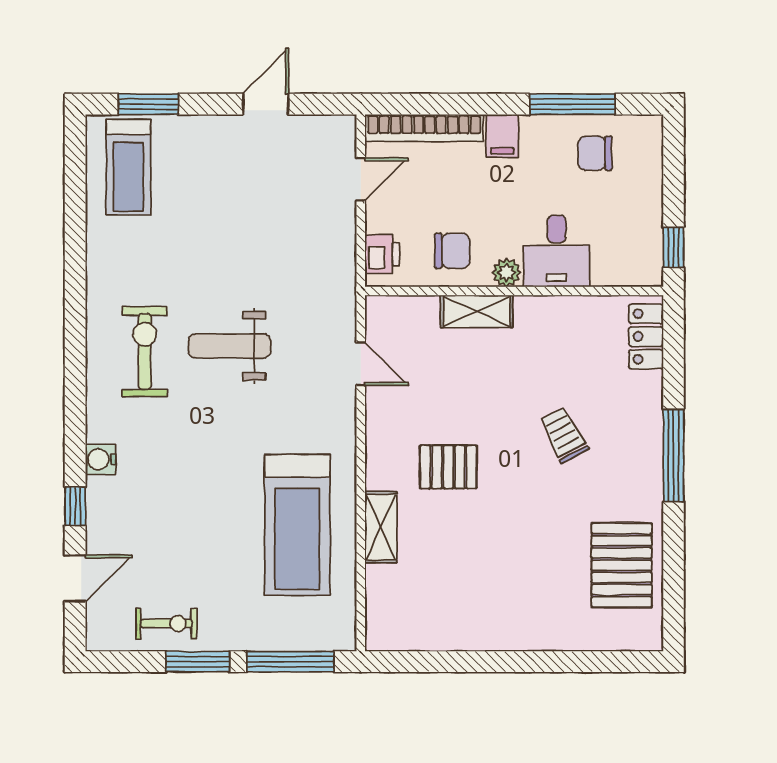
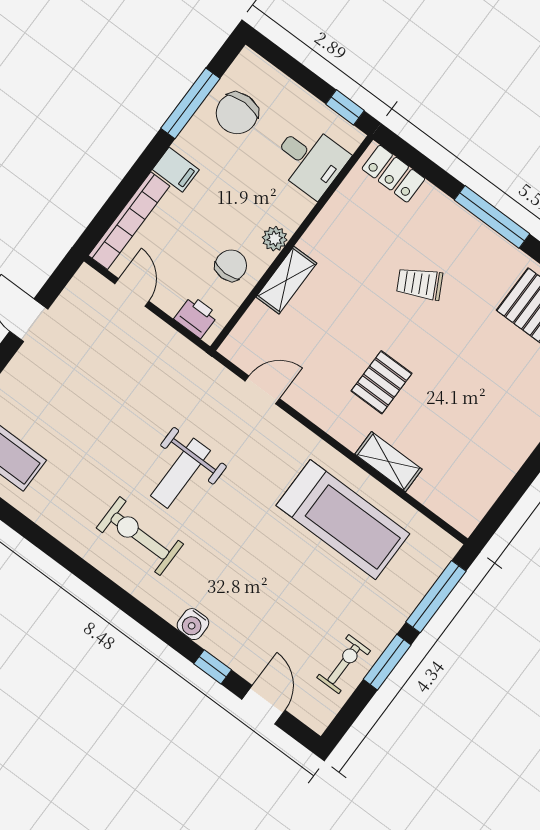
chair: (595, 153) -> (237, 113), width x1.37, depth x1.37
desk: (557, 251) -> (310, 160), moved

